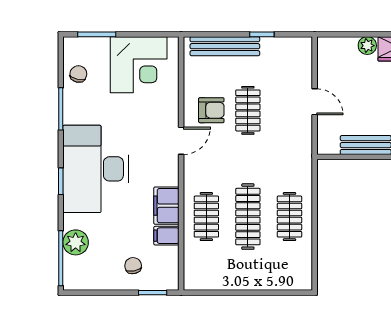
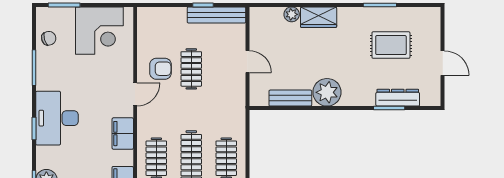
bench: (225, 46) -> (216, 15), moved
chair: (78, 74) -> (49, 38), turned 59
desk: (96, 169) -> (57, 118), width x0.73, depth x0.77
filing cabinet: (166, 206) -> (123, 134), moved

